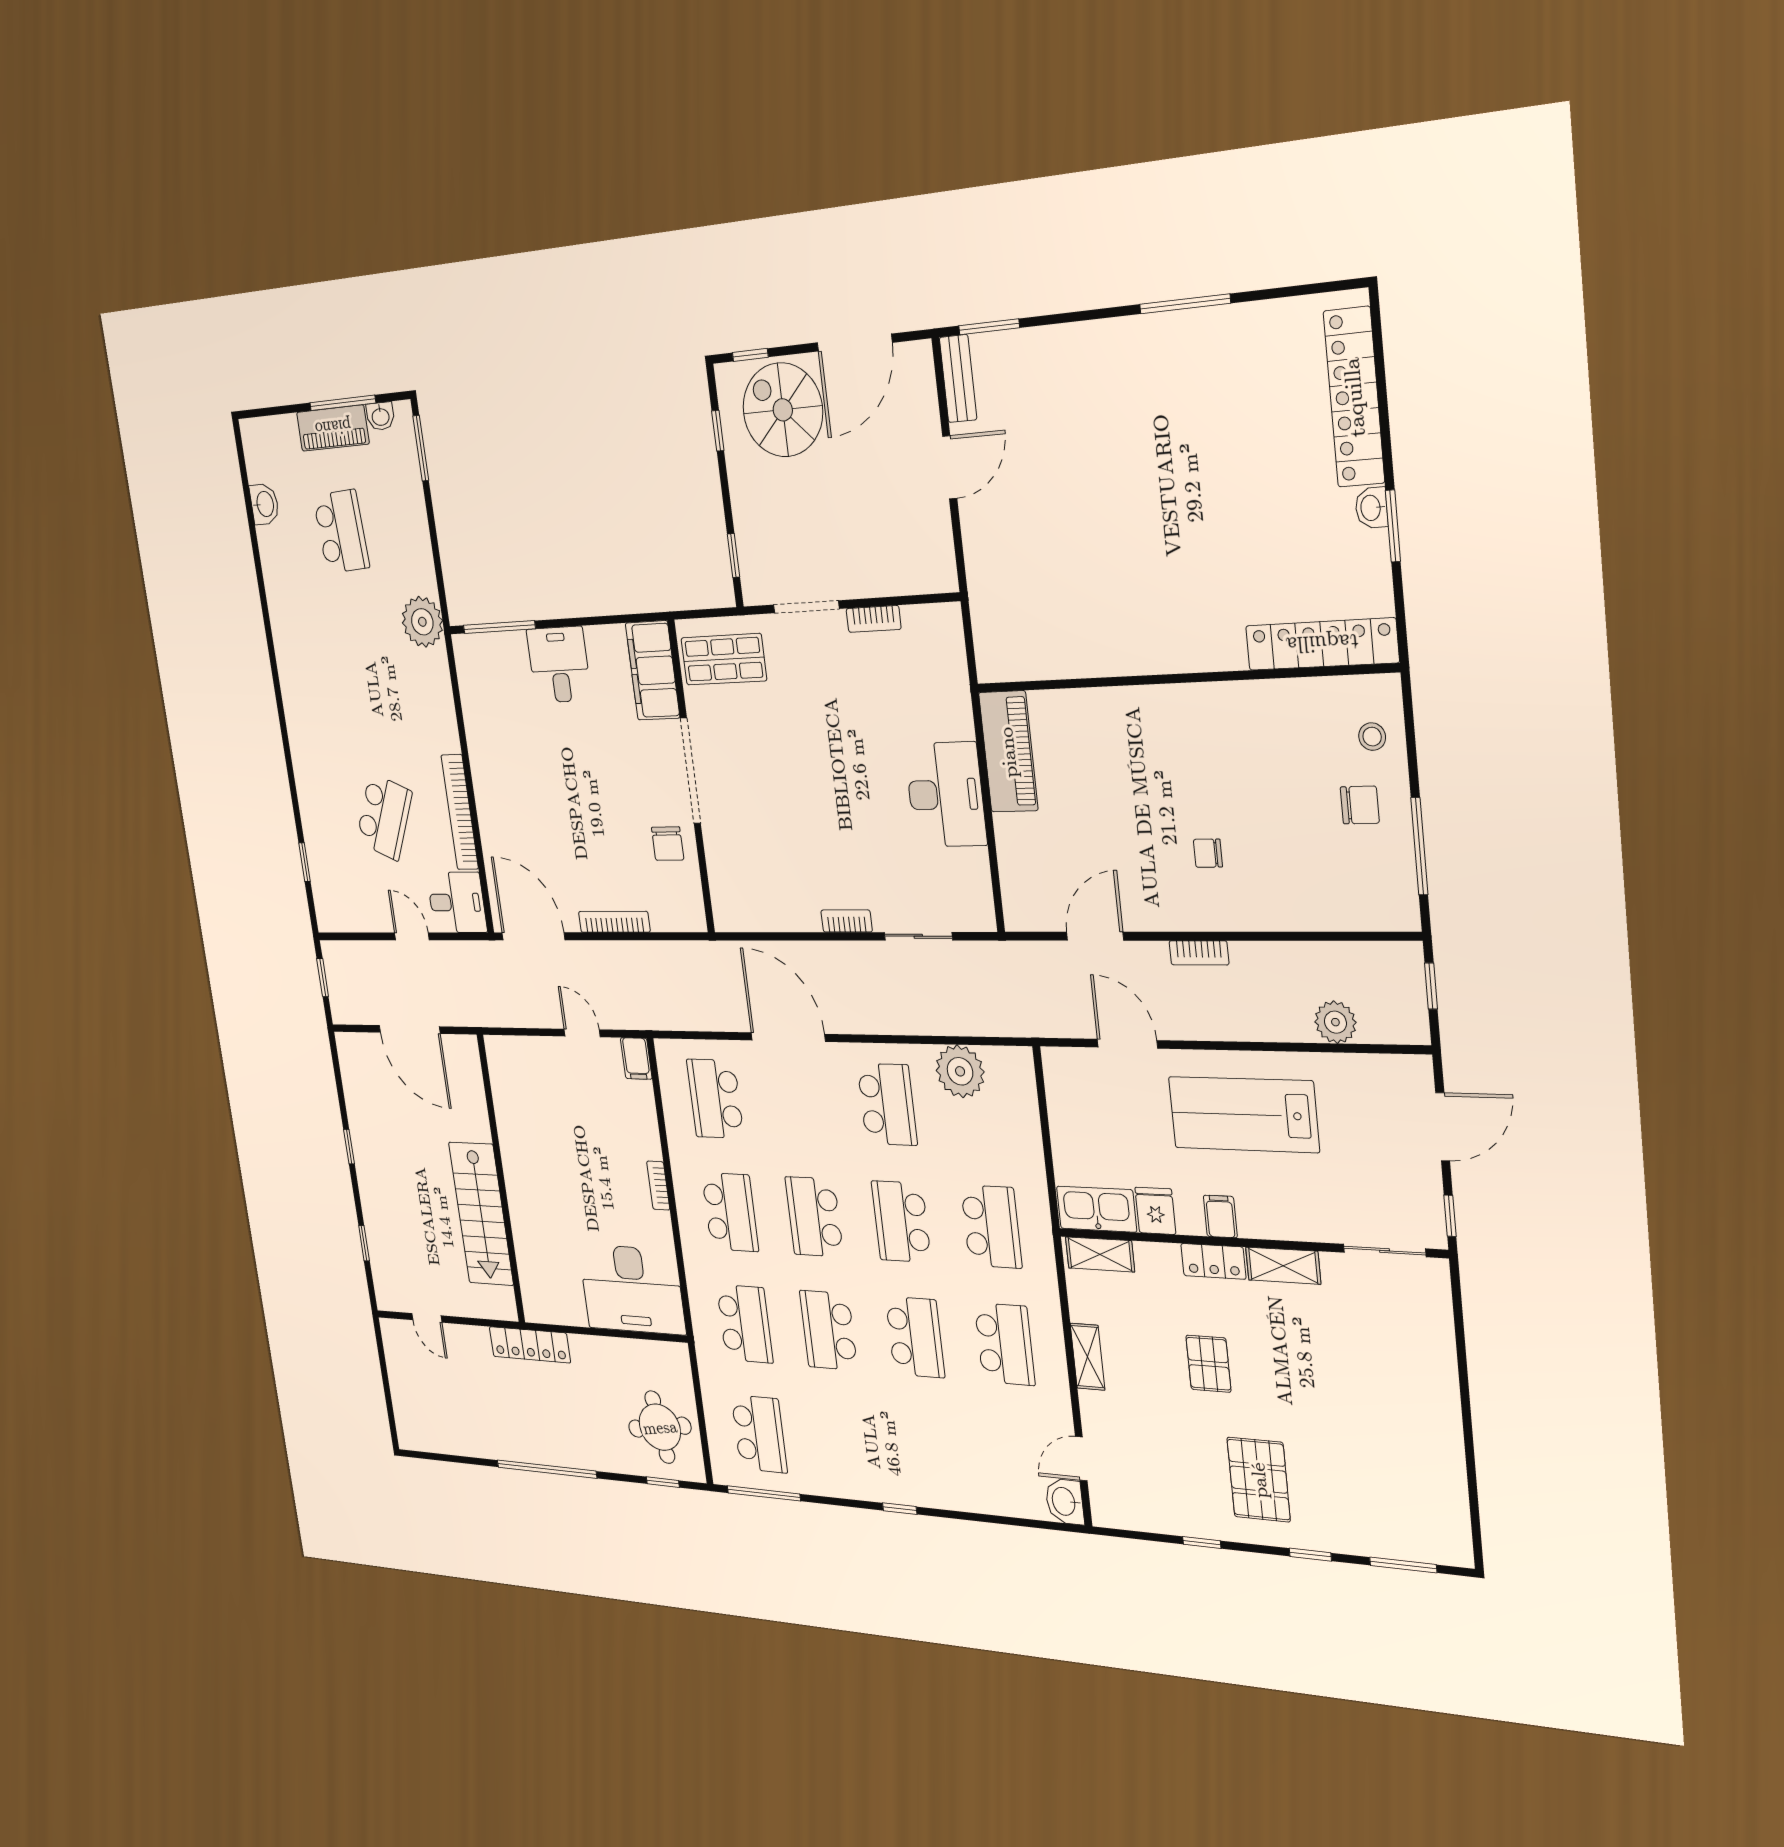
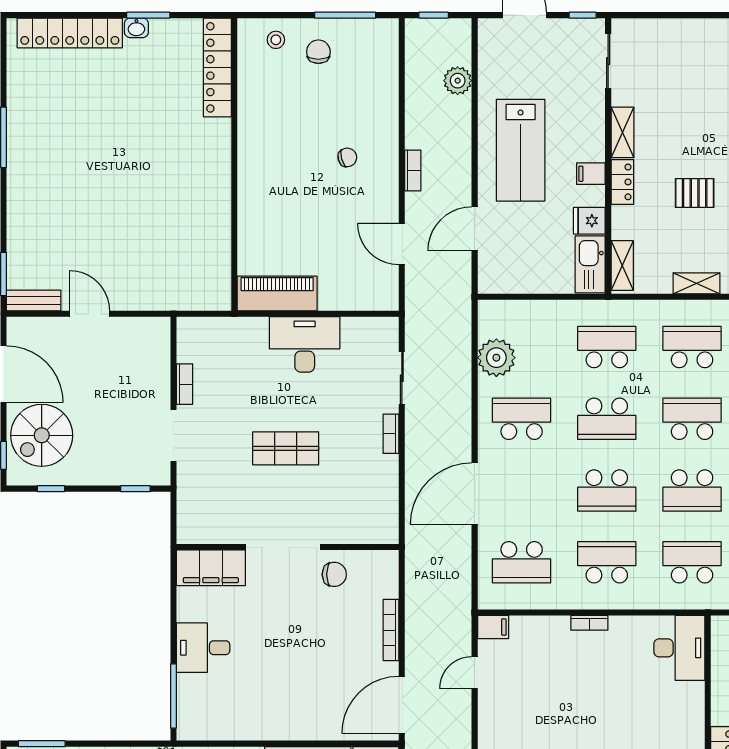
shop shelf: (724, 659) -> (286, 448), moved, turned 90
chair: (1208, 853) -> (347, 157), turned -105
desk: (632, 1289) -> (679, 648), width x0.73, depth x0.77

